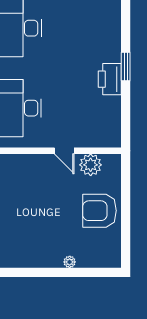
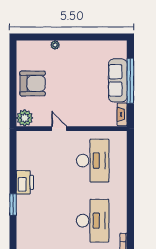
window: (126, 66) -> (13, 205), moved
plant: (91, 165) -> (25, 118), moved

